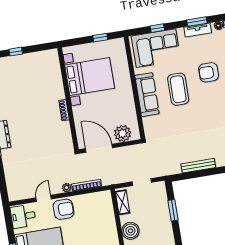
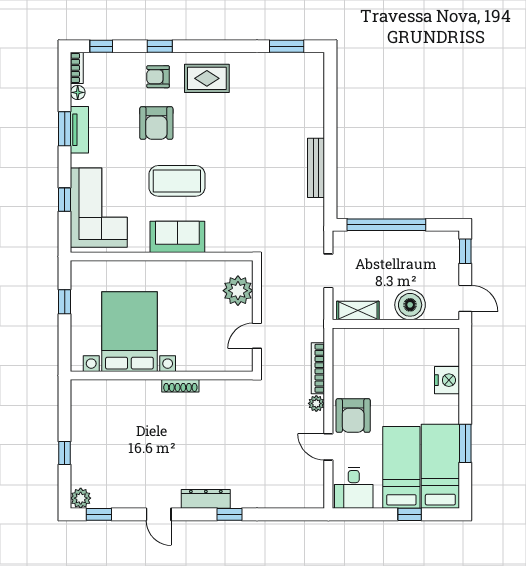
sofa: (147, 95) -> (177, 237), width x0.73
door: (99, 148) -> (257, 336), width x0.53
armchair: (63, 209) -> (353, 416), turned 180
window: (173, 210) -> (386, 225), width x2.11

